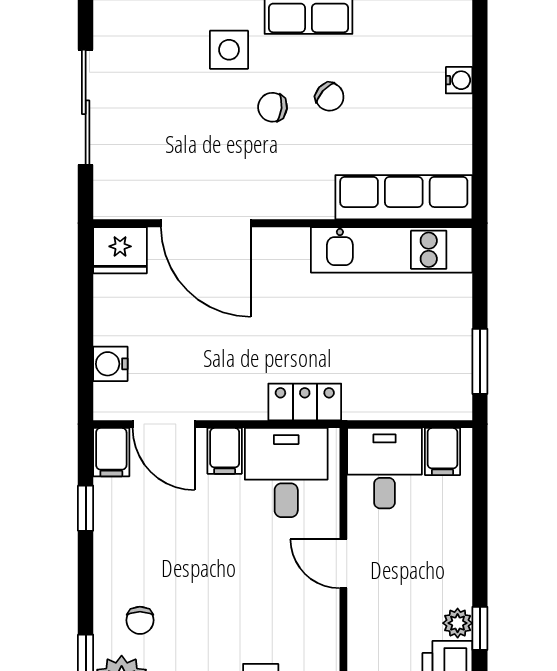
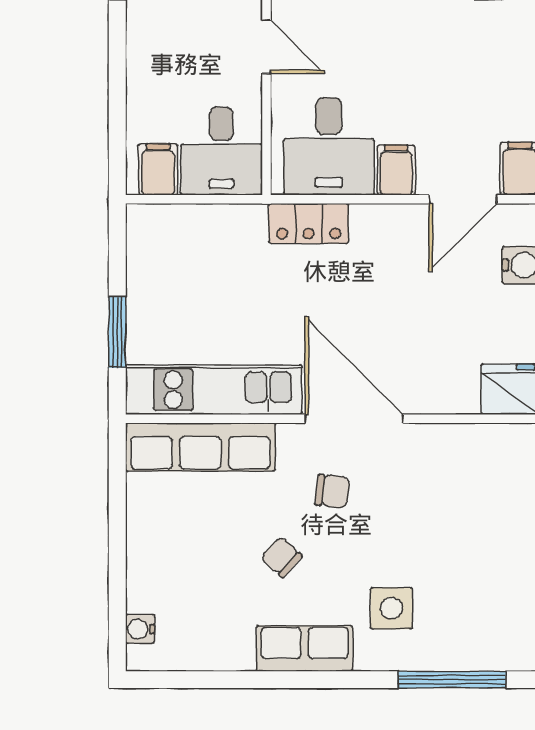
water cooler: (459, 80) -> (140, 629), moved
chair: (272, 107) -> (332, 491), moved
door: (206, 223) -> (354, 419), moved
window: (480, 361) -> (117, 332), moved
door: (164, 424) -> (463, 199), swing flipped

